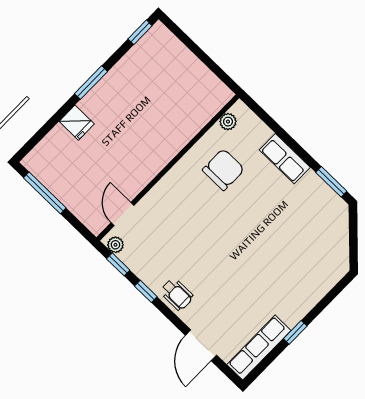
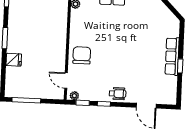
chair: (223, 170) -> (82, 55), moved
row of seats: (259, 348) -> (172, 56), moved

